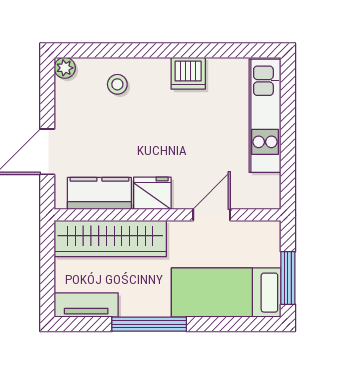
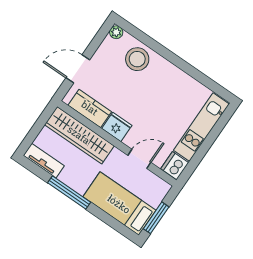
dishwasher: (188, 73) -> (175, 166), moved, turned 90
stool: (117, 84) -> (137, 59), width x1.89, depth x1.89

